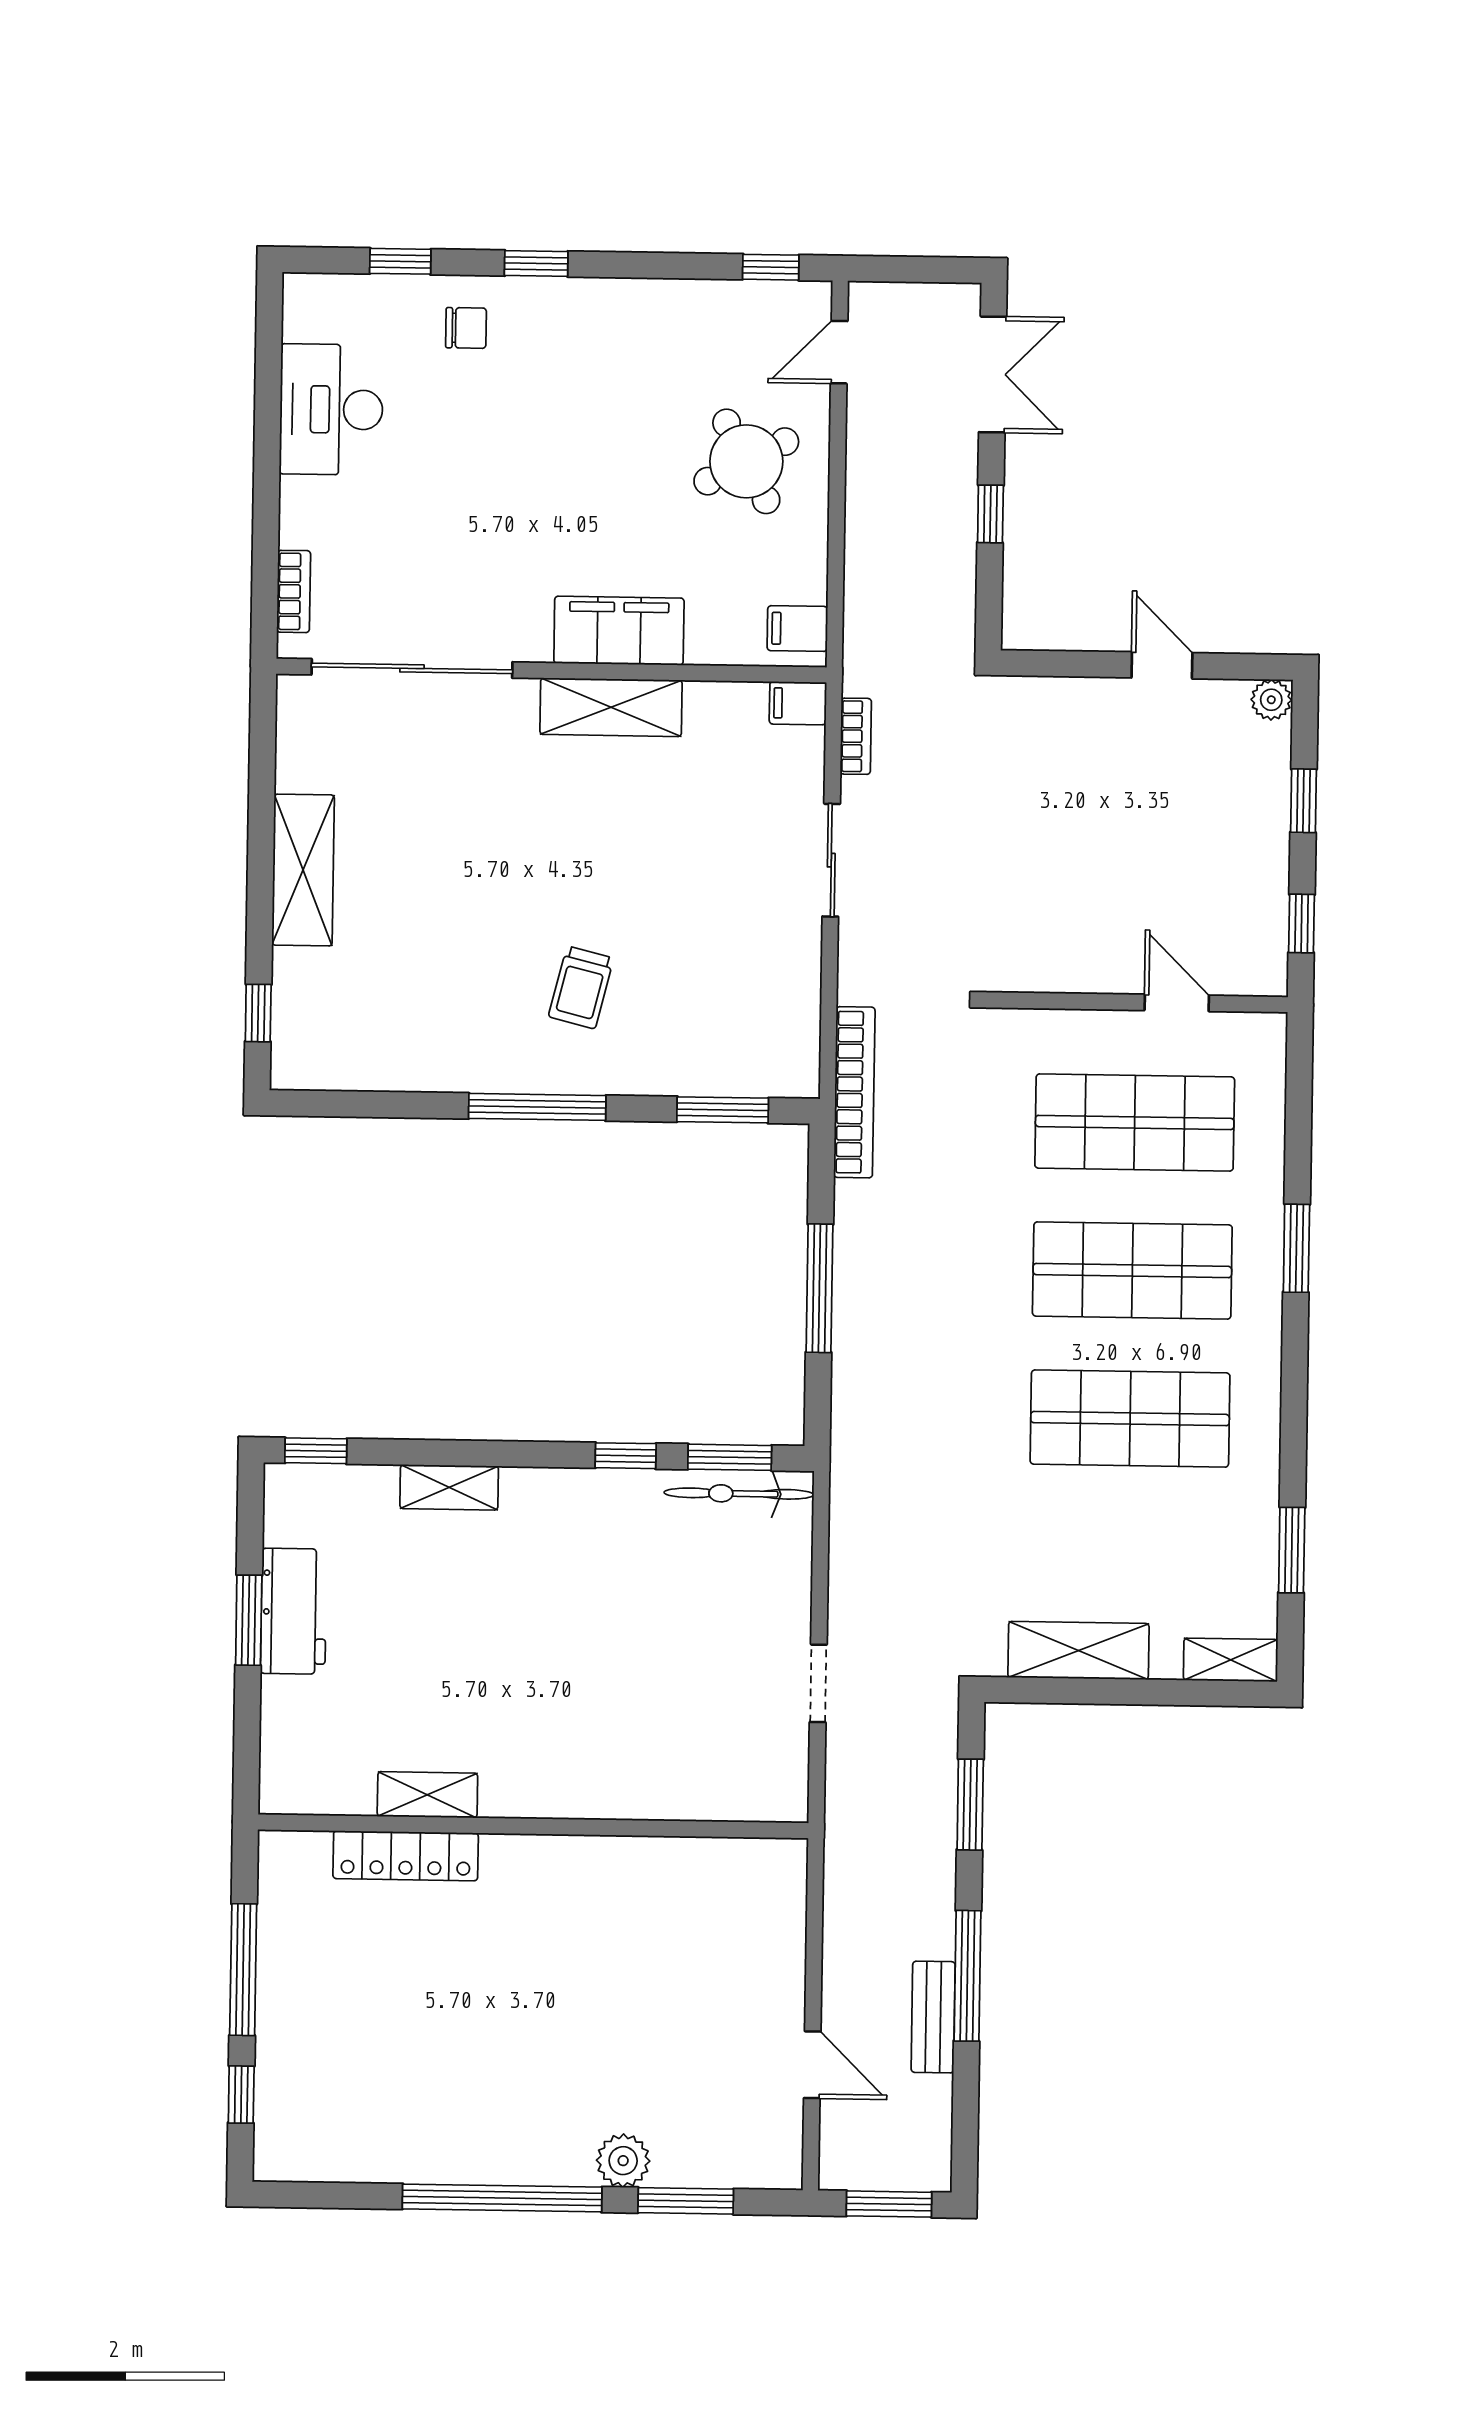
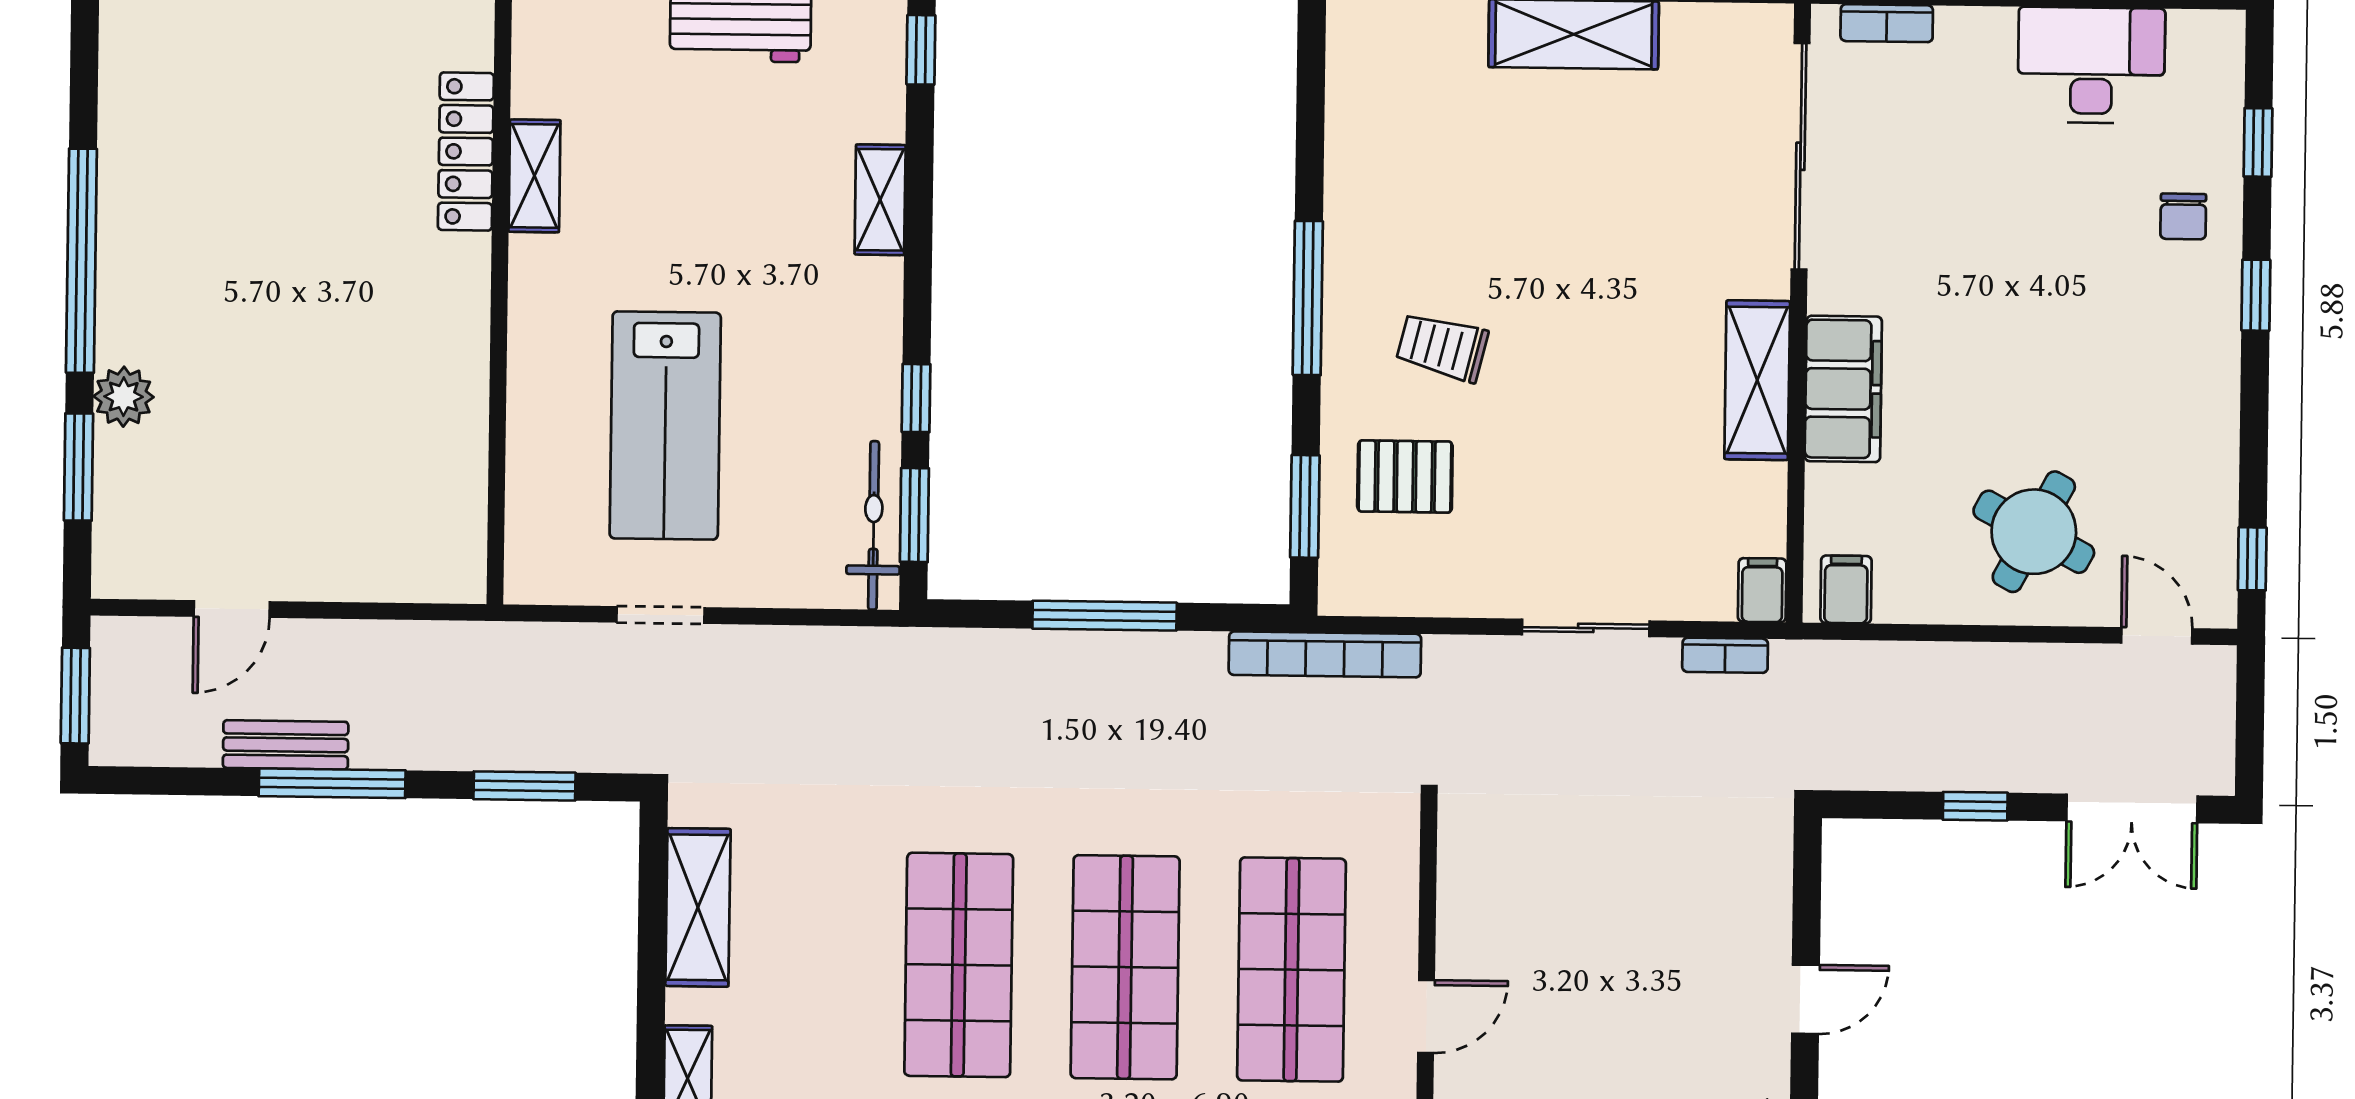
round table: (746, 461) -> (2034, 532), turned -34
pallet: (696, 1021) -> (1405, 476), added
lab bench: (650, 1679) -> (665, 425), added

